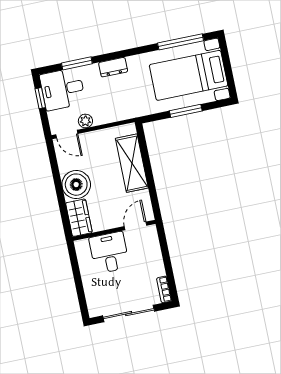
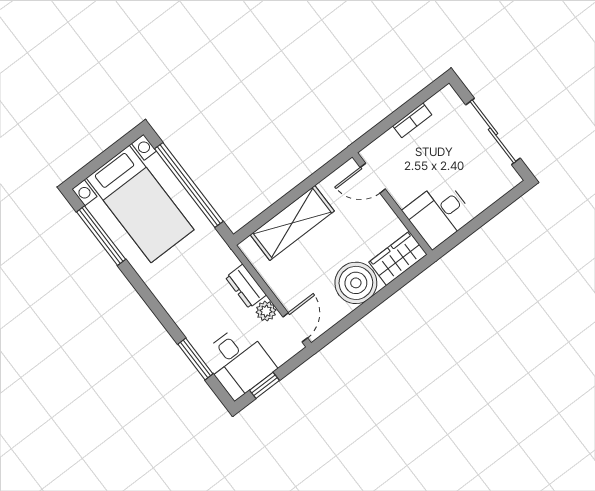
dresser: (113, 67) -> (246, 286), moved, turned 180
window: (186, 111) -> (189, 185), width x2.11
desk: (109, 253) -> (438, 214), moved
bookcase: (164, 290) -> (412, 120), moved

